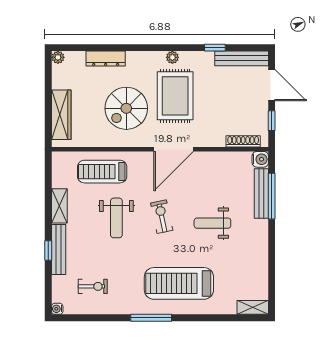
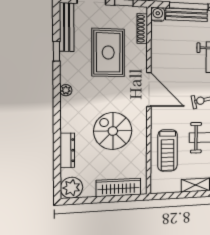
plant: (58, 57) -> (71, 188), width x1.88, depth x1.88
rug: (175, 96) -> (108, 53), moved, turned 90
spiral stairs: (126, 108) -> (113, 131), turned 180

